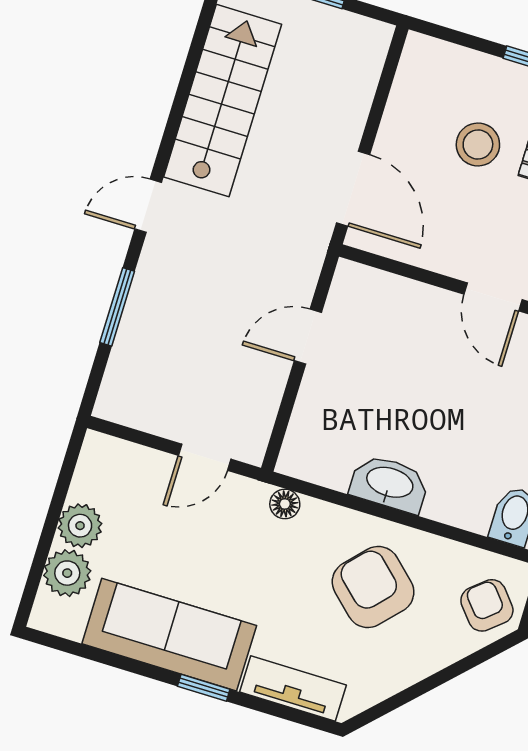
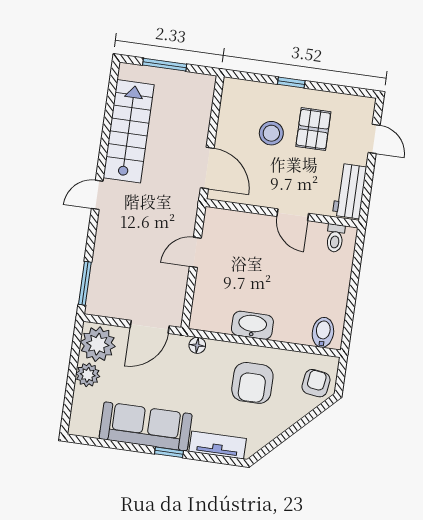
window: (117, 307) -> (85, 283), moved
door: (205, 457) -> (150, 327), width x1.38
plant: (67, 573) -> (98, 344), moved, width x1.36, depth x1.36
armchair: (373, 587) -> (252, 383), turned -133
armchair: (487, 605) -> (316, 383), turned 48

